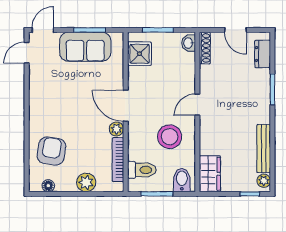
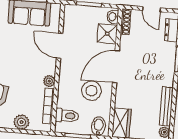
shower: (140, 54) -> (107, 34), moved
door: (197, 105) -> (116, 67), width x1.88
door: (126, 106) -> (59, 46), moved

